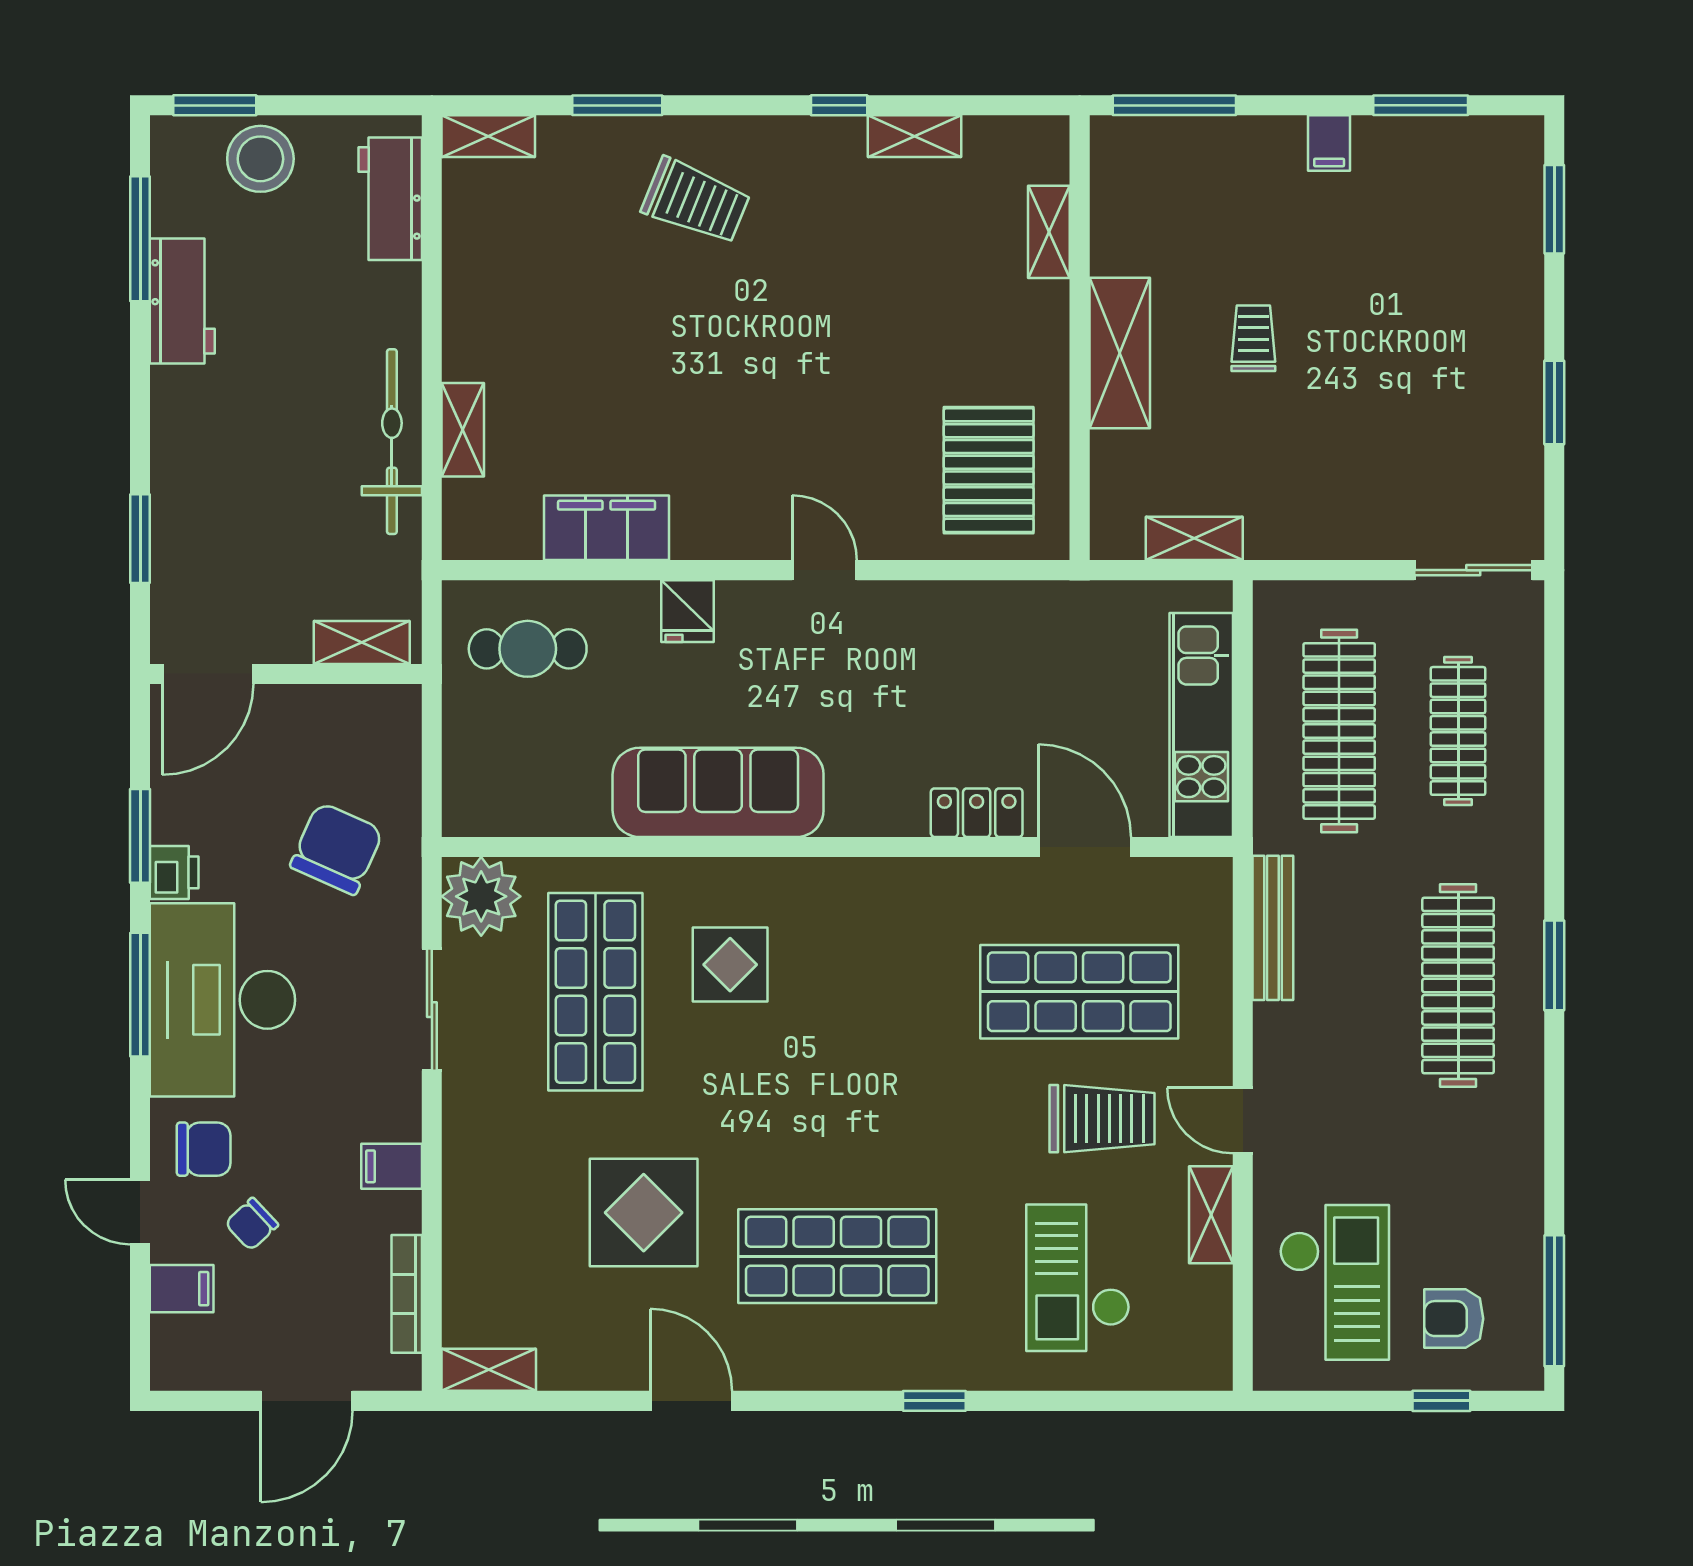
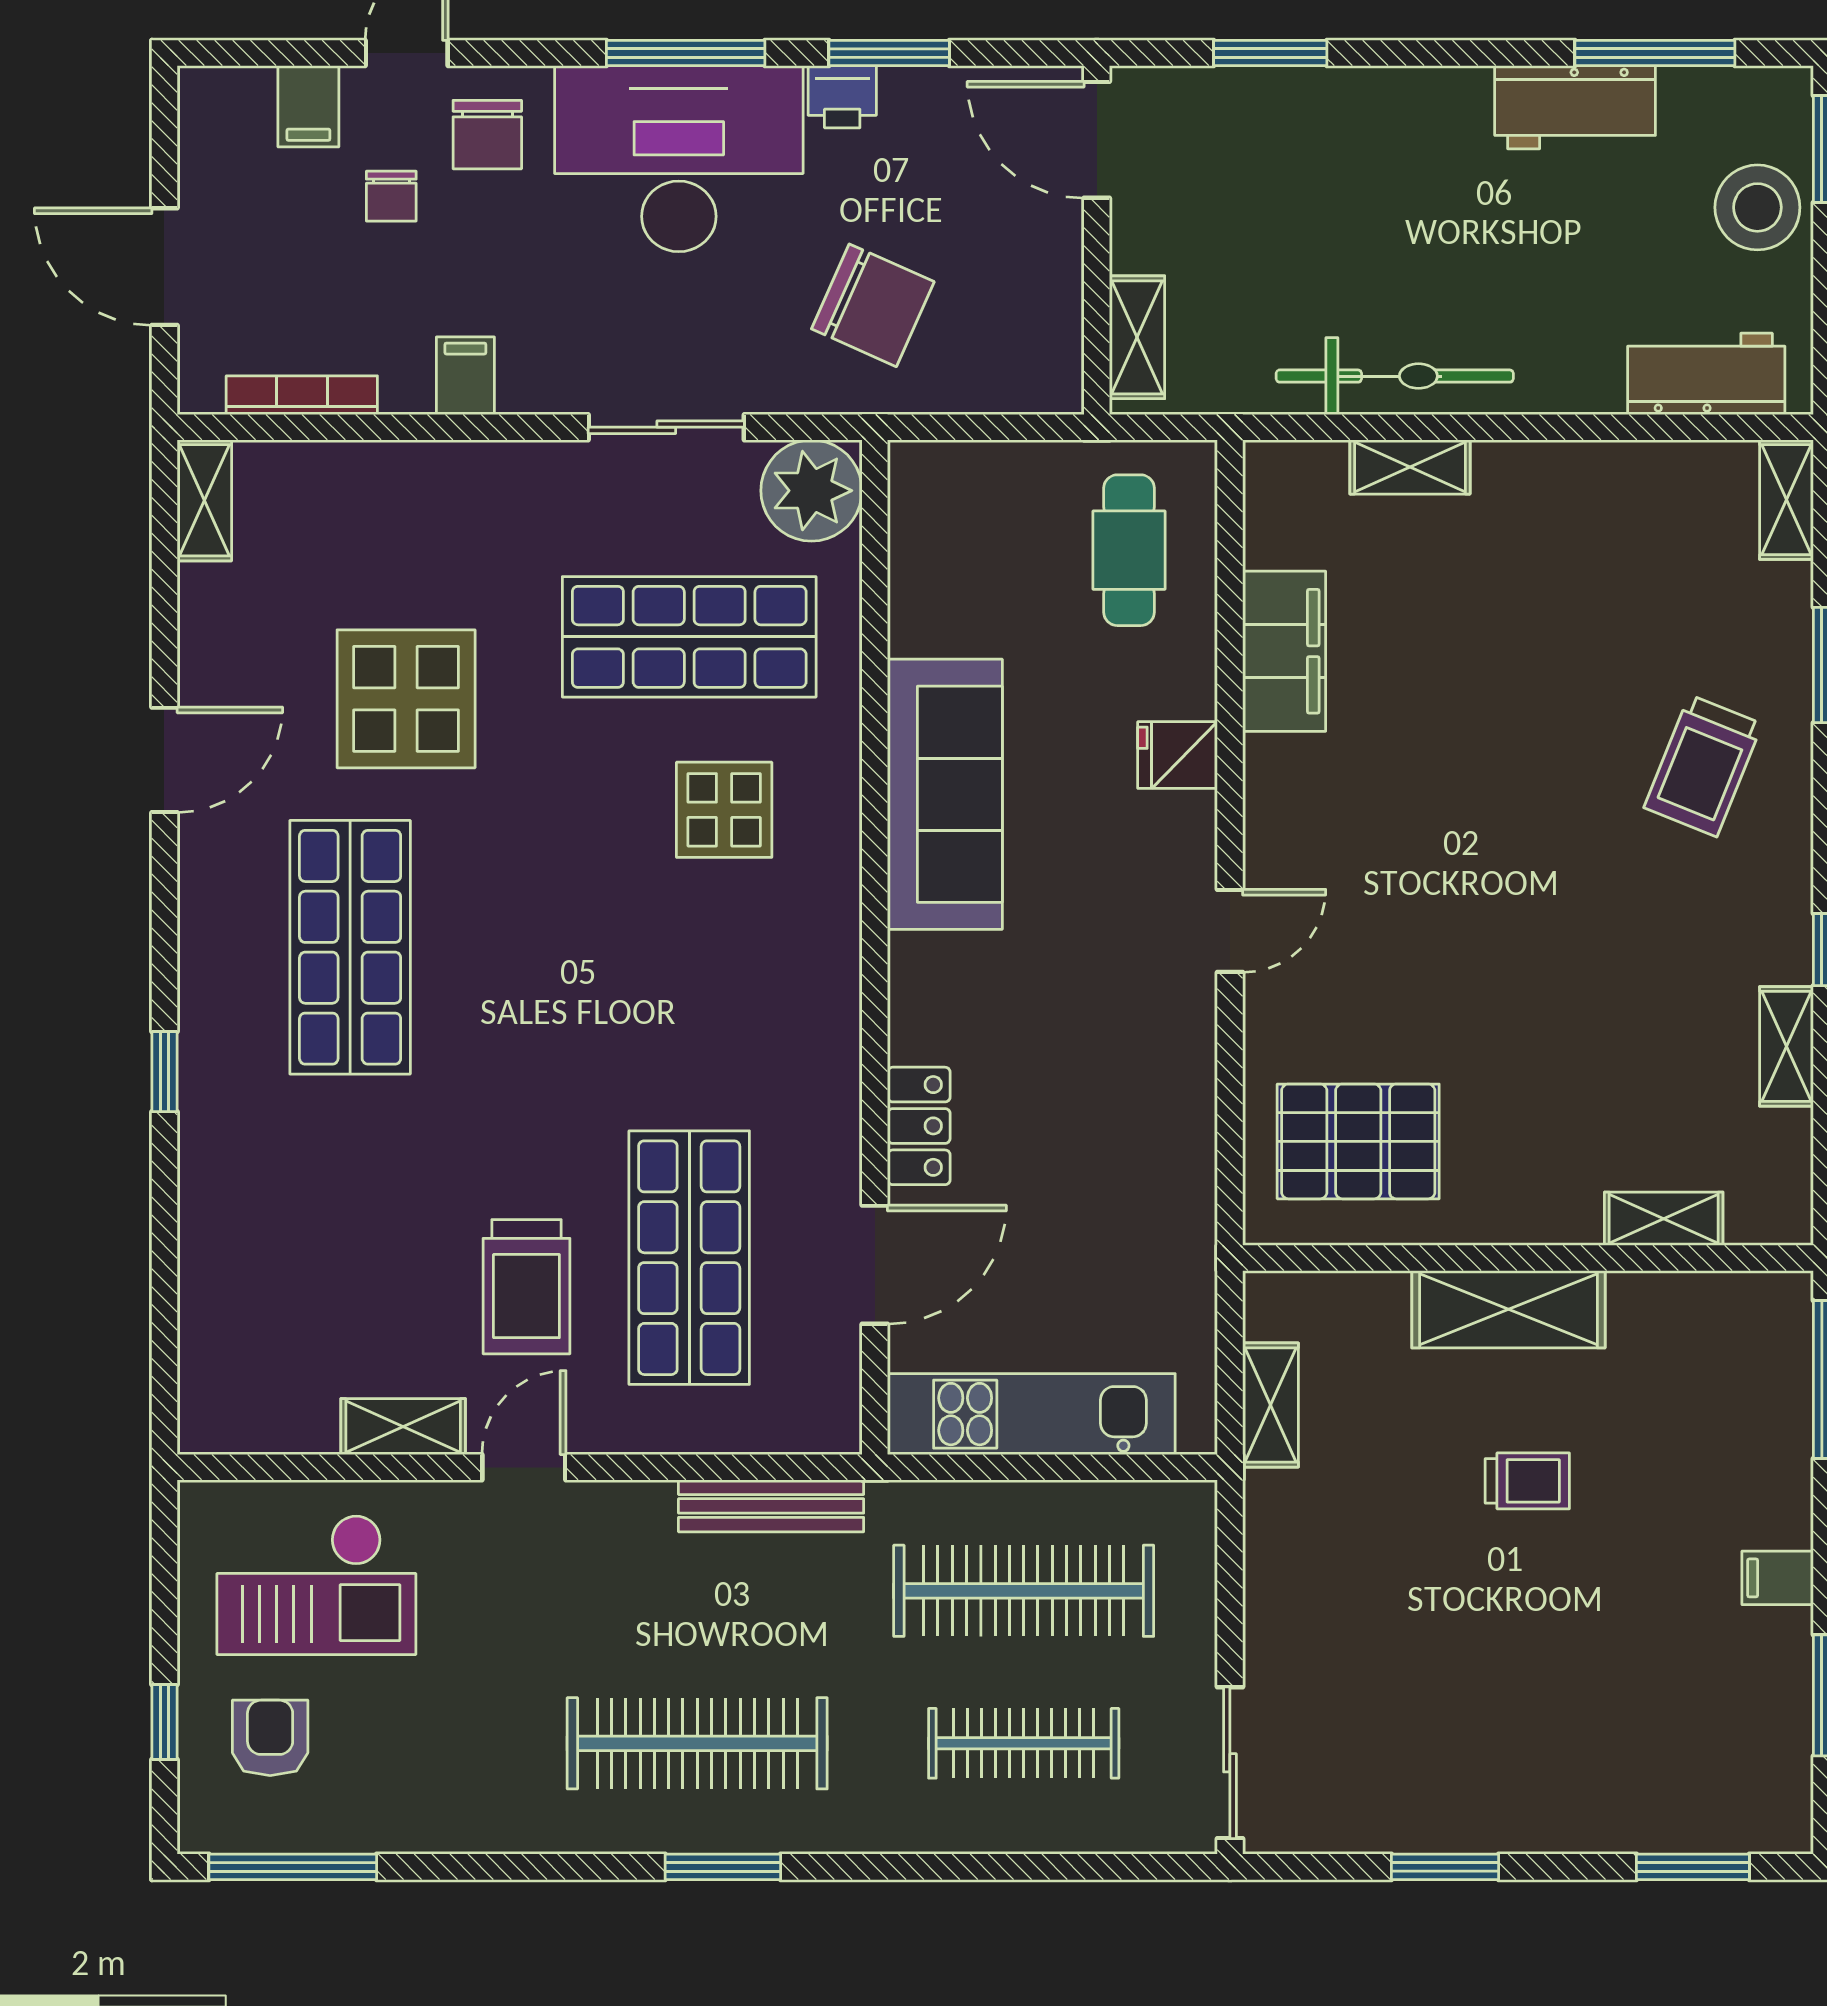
chair: (252, 1224) -> (391, 196), turned -137
checkout: (1078, 1278) -> (322, 1256), removed

